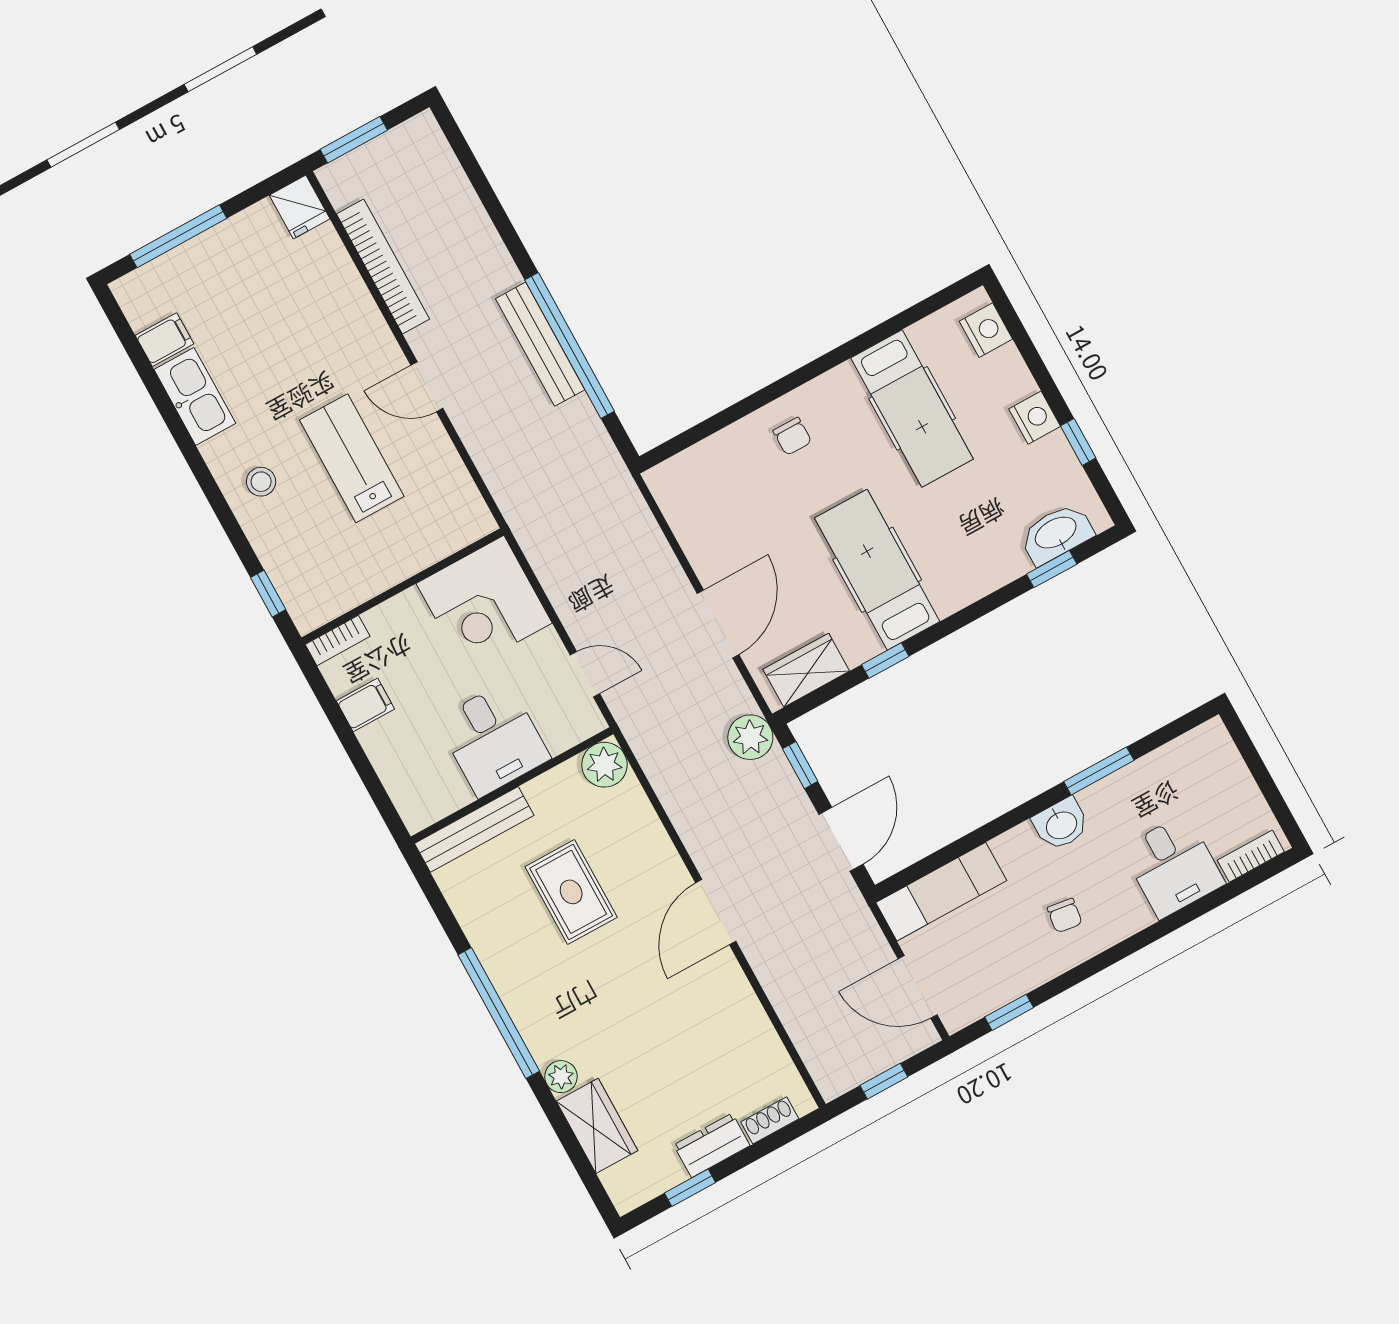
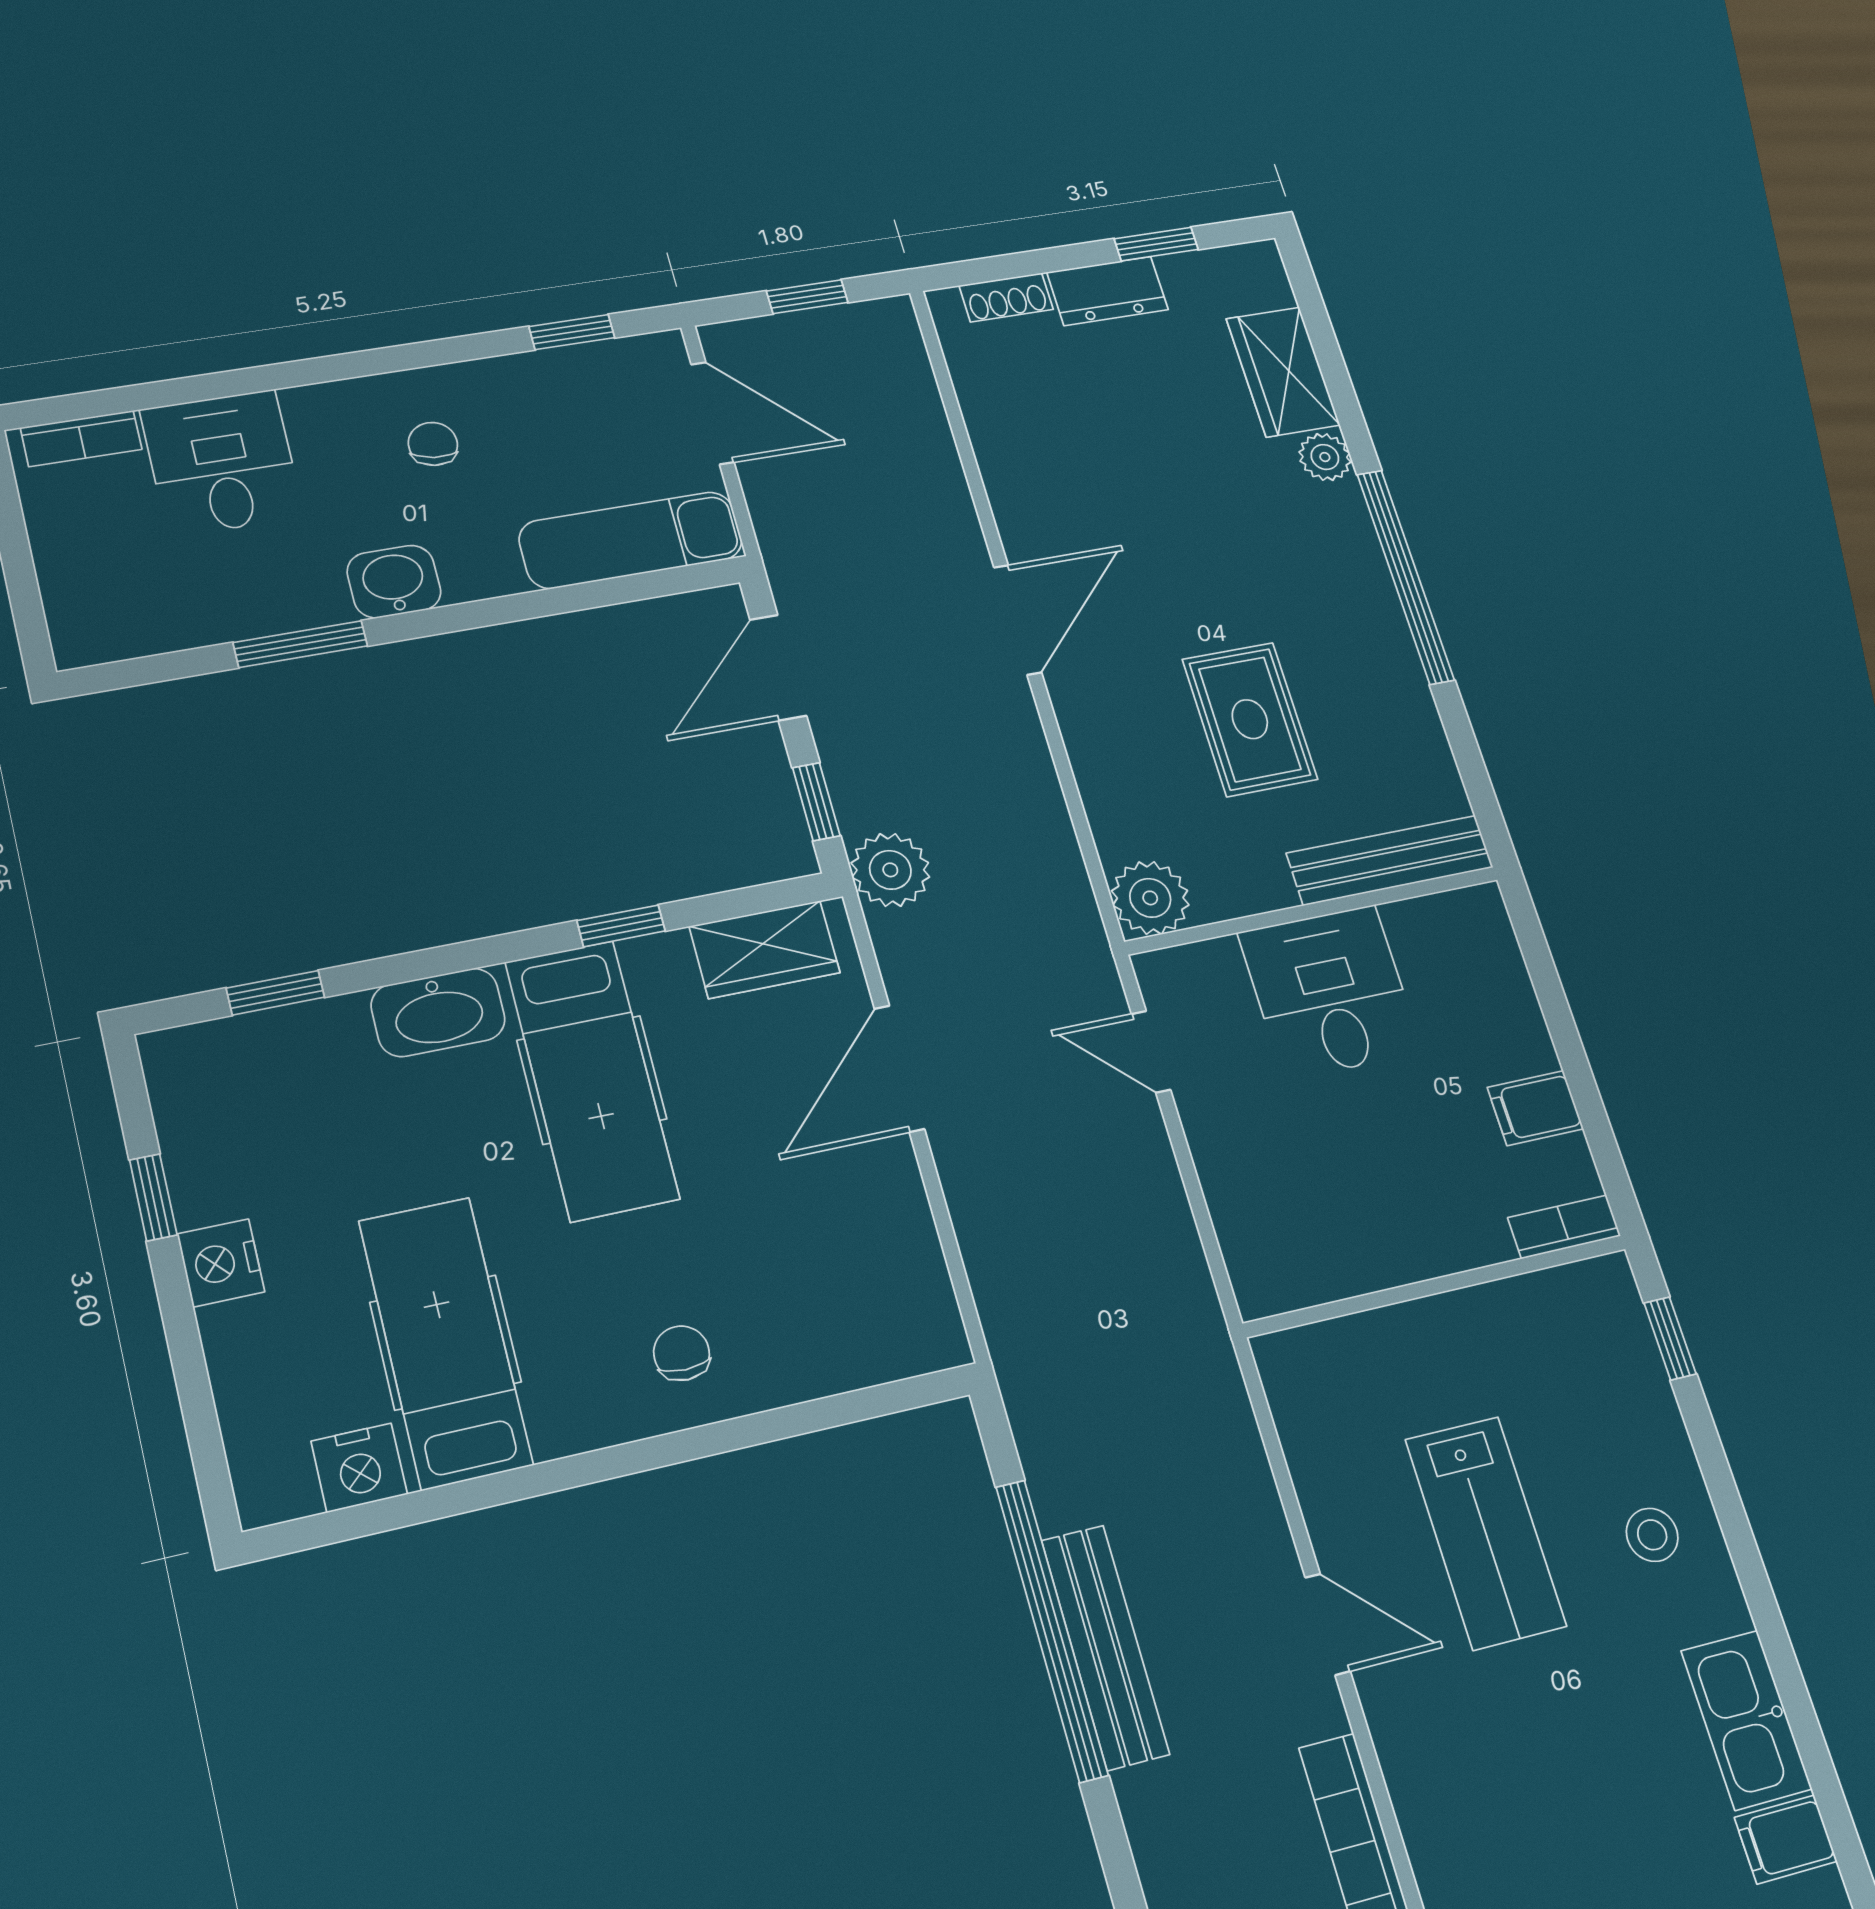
nightstand: (986, 330) -> (359, 1468), moved, turned -90
washbasin: (1056, 534) -> (438, 1012), moved
corner desk: (484, 603) -> (1300, 1218), removed

